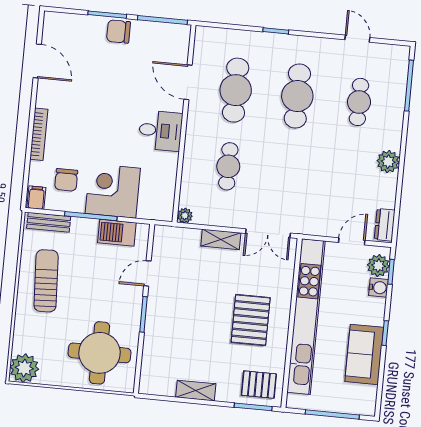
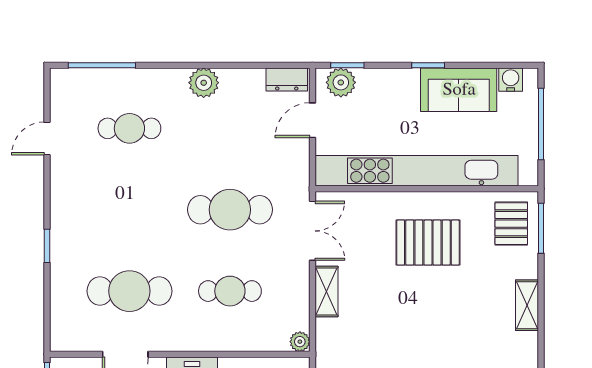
cafe table: (297, 96) -> (230, 210), moved
door: (352, 241) -> (312, 120), hinge flipped
water cooler: (378, 288) -> (511, 80), moved

